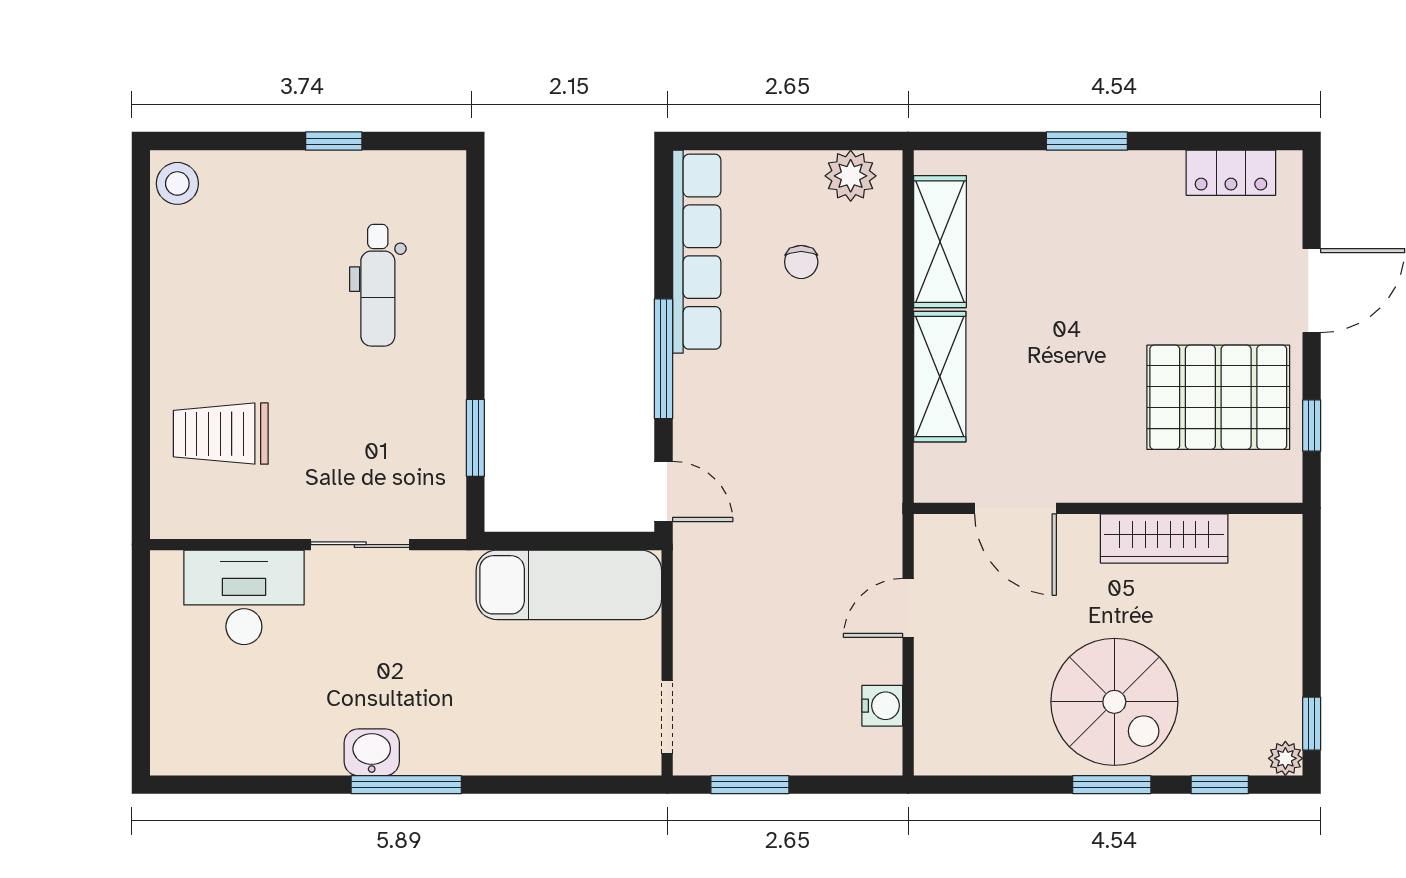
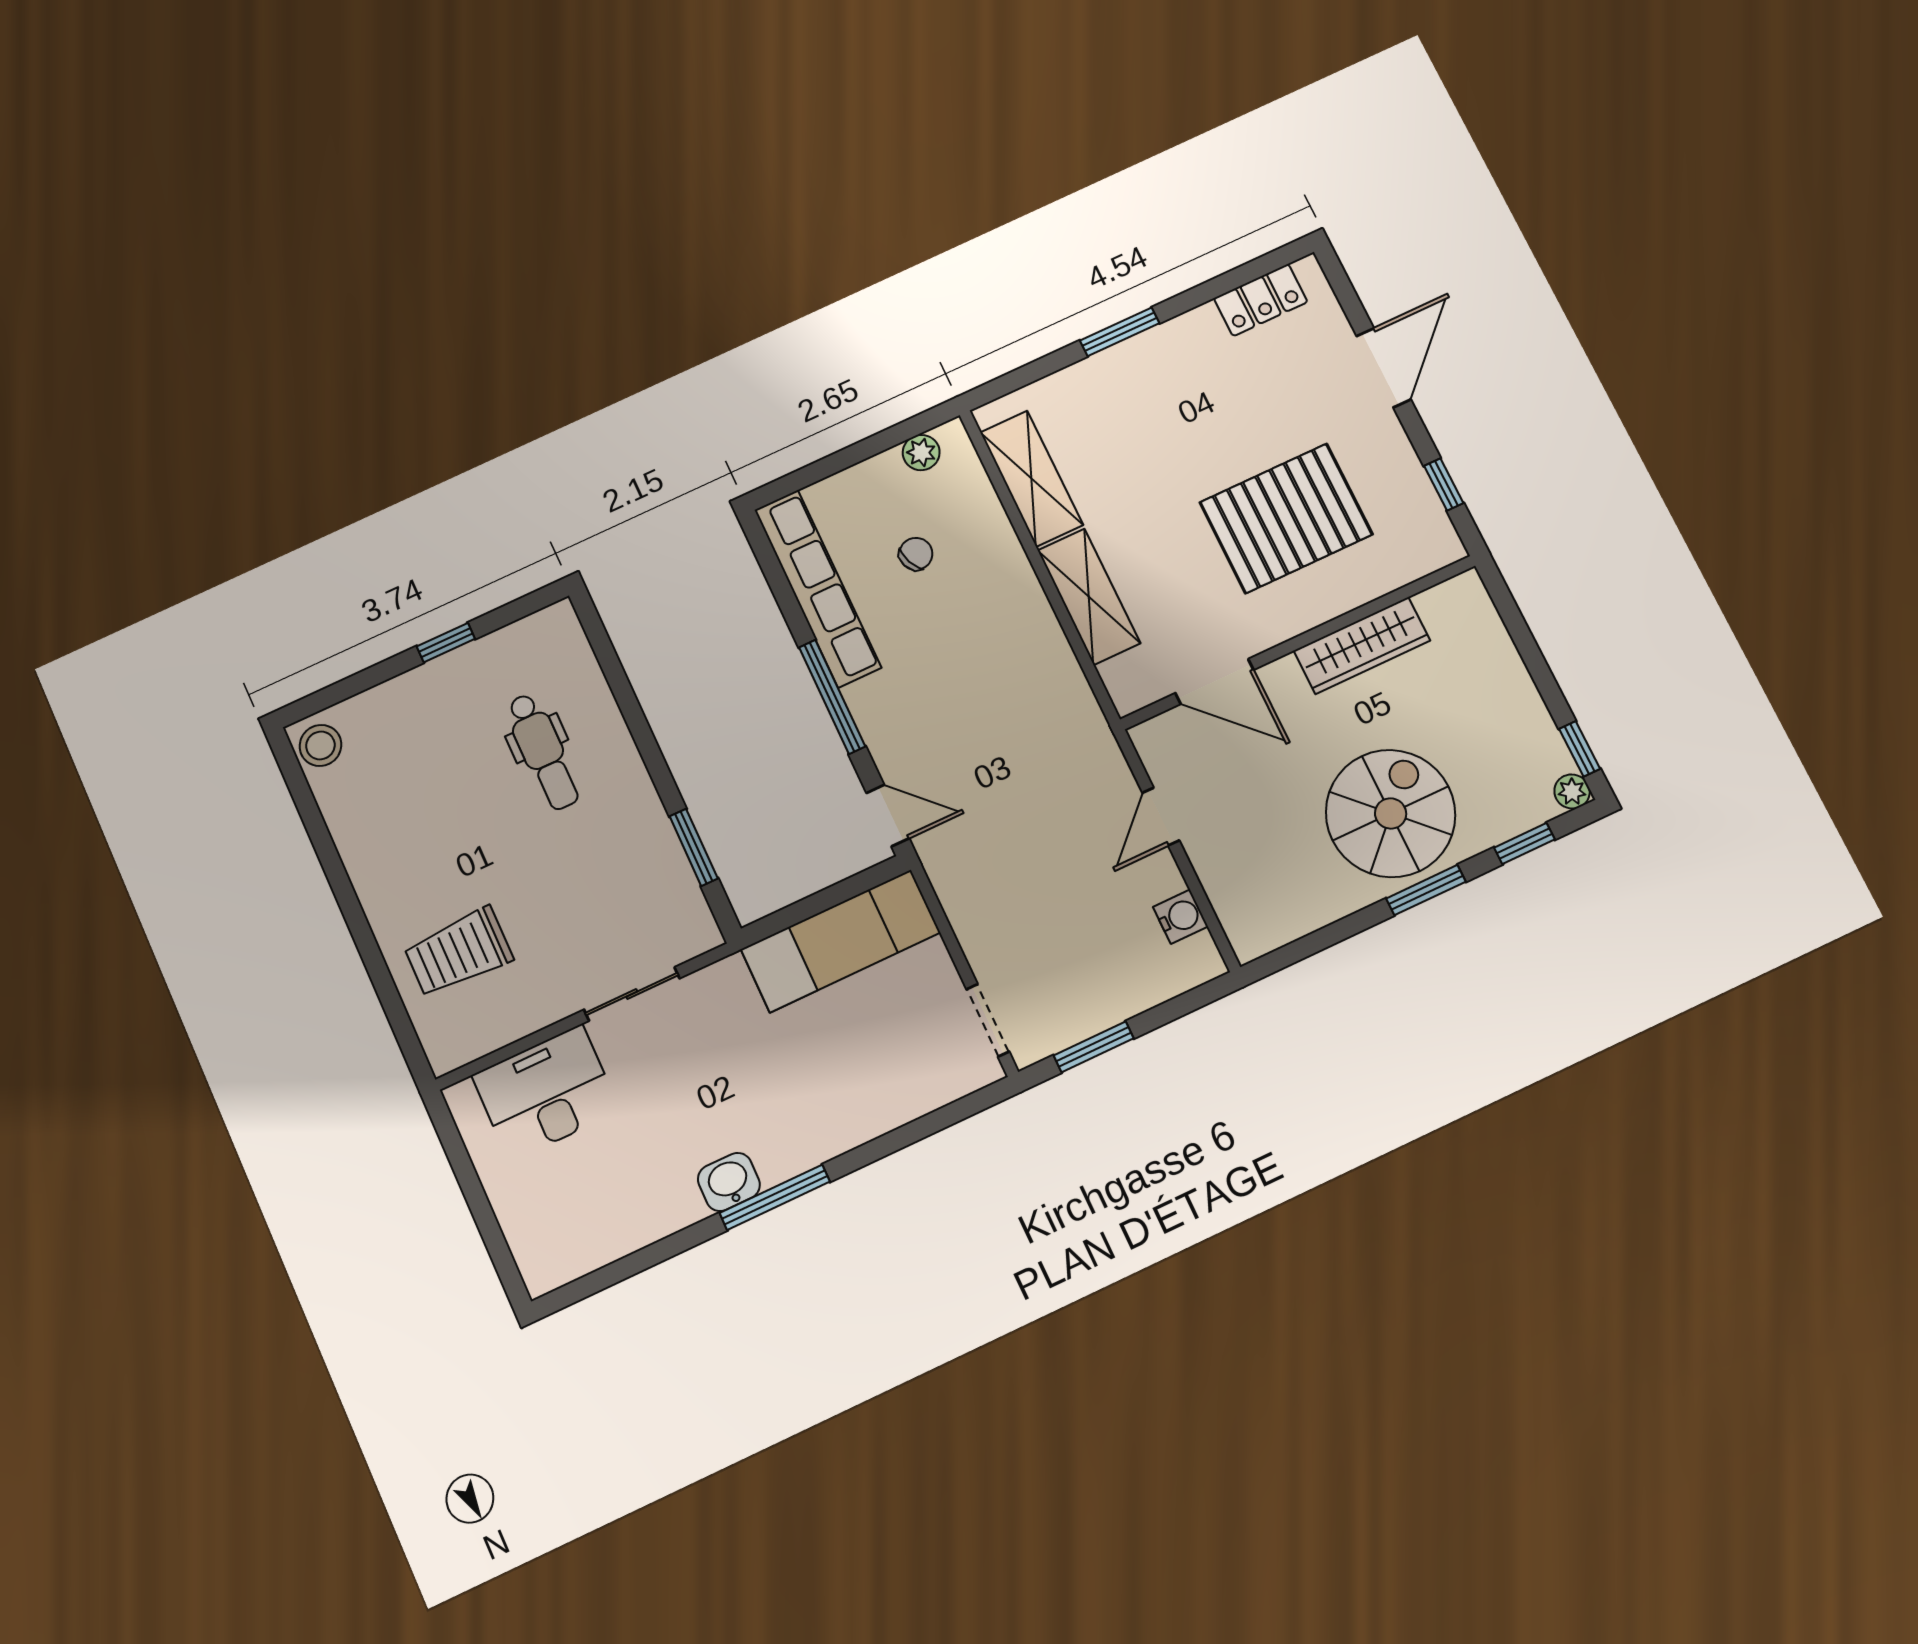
plant: (851, 176) -> (921, 453), width x0.73, depth x0.73
chair: (801, 262) -> (916, 554), turned -113
pallet: (1218, 397) -> (1286, 518), moved
spiral stairs: (1114, 702) -> (1391, 813), turned -90

